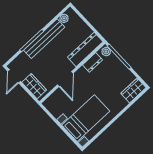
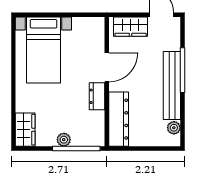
plant: (106, 52) -> (64, 140), moved
dresser: (93, 62) -> (97, 96), moved
door: (65, 79) -> (107, 67), swing flipped

